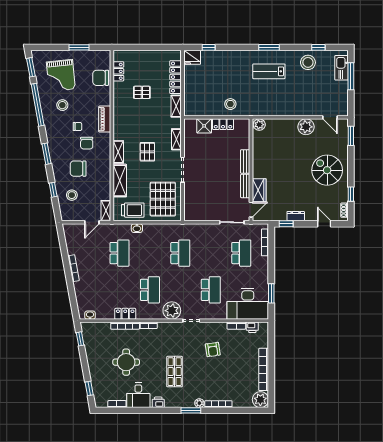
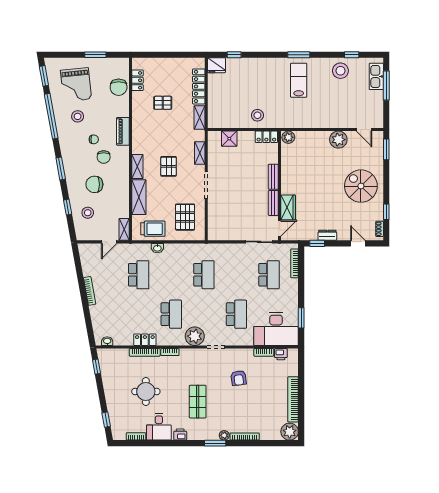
lab bench: (269, 71) -> (299, 80), turned 90
chair: (101, 78) -> (119, 87), turned -90
locker: (223, 124) -> (266, 137), moved
pallet: (163, 199) -> (185, 217), width x0.73, depth x0.71

